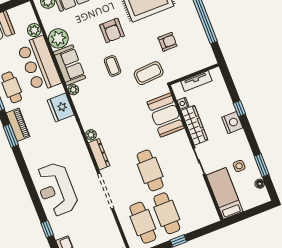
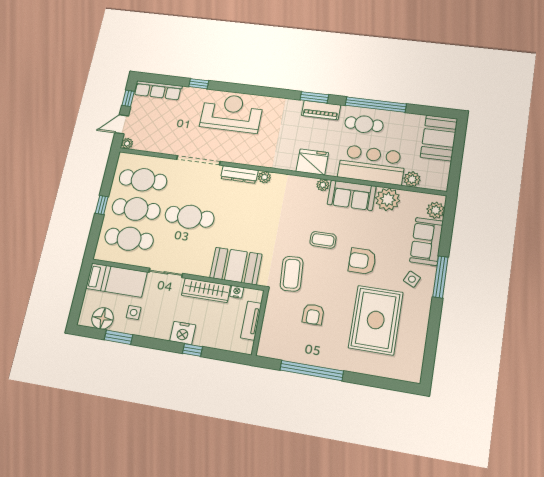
floor lamp: (260, 184) -> (103, 318), width x1.89, depth x1.89
cafe table: (191, 204) -> (129, 239), added

